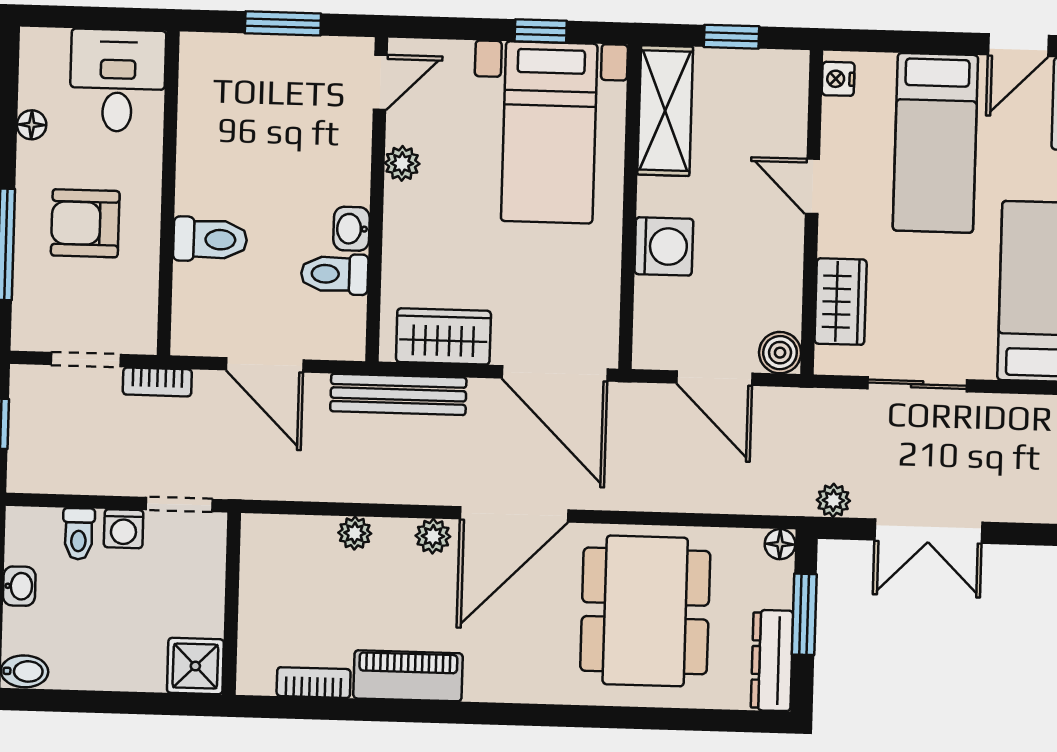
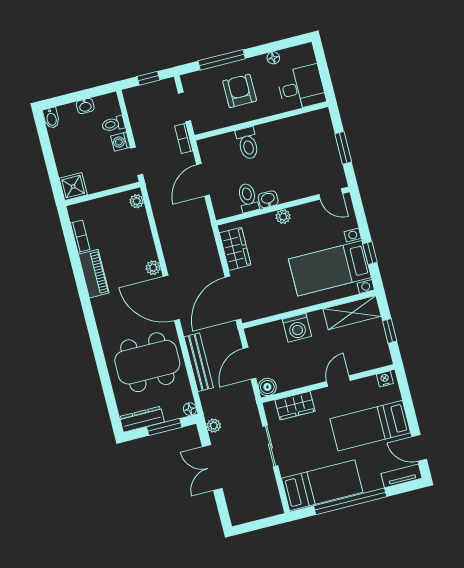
plant: (402, 163) -> (283, 217), moved
bench: (398, 394) -> (199, 362), moved
plant: (355, 533) -> (137, 201), moved

